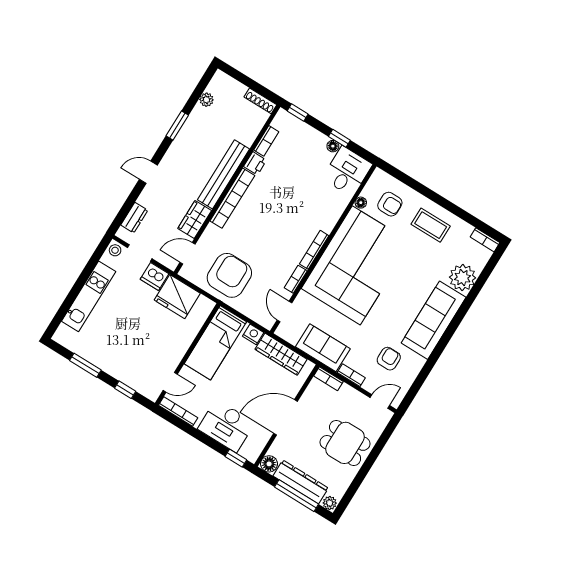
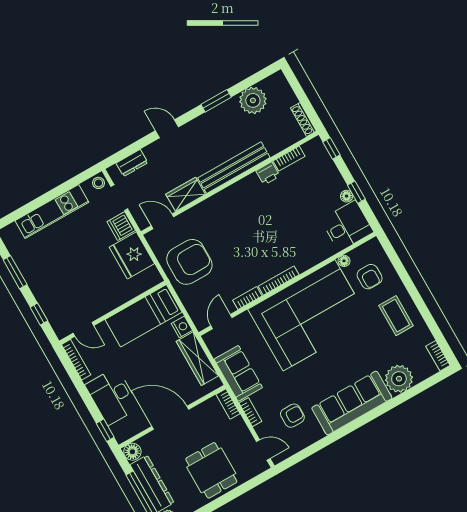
plant: (206, 100) -> (253, 100), width x1.87, depth x1.87
bookcase: (232, 198) -> (230, 194), removed

